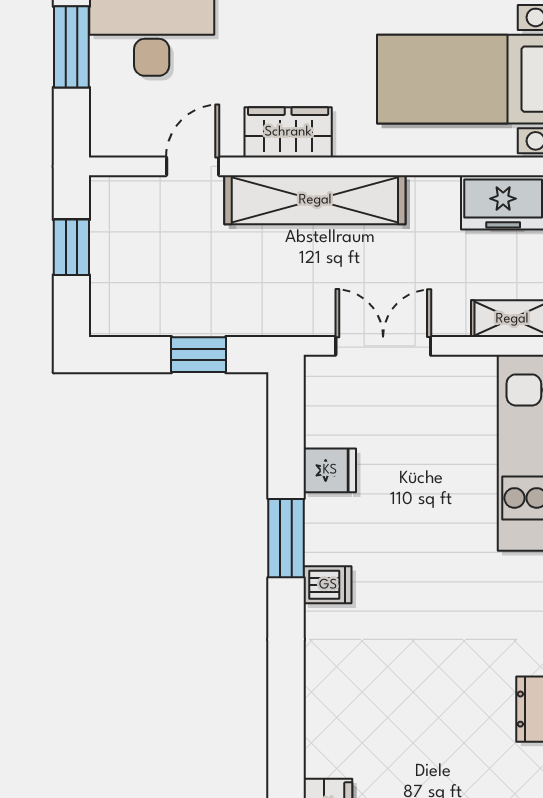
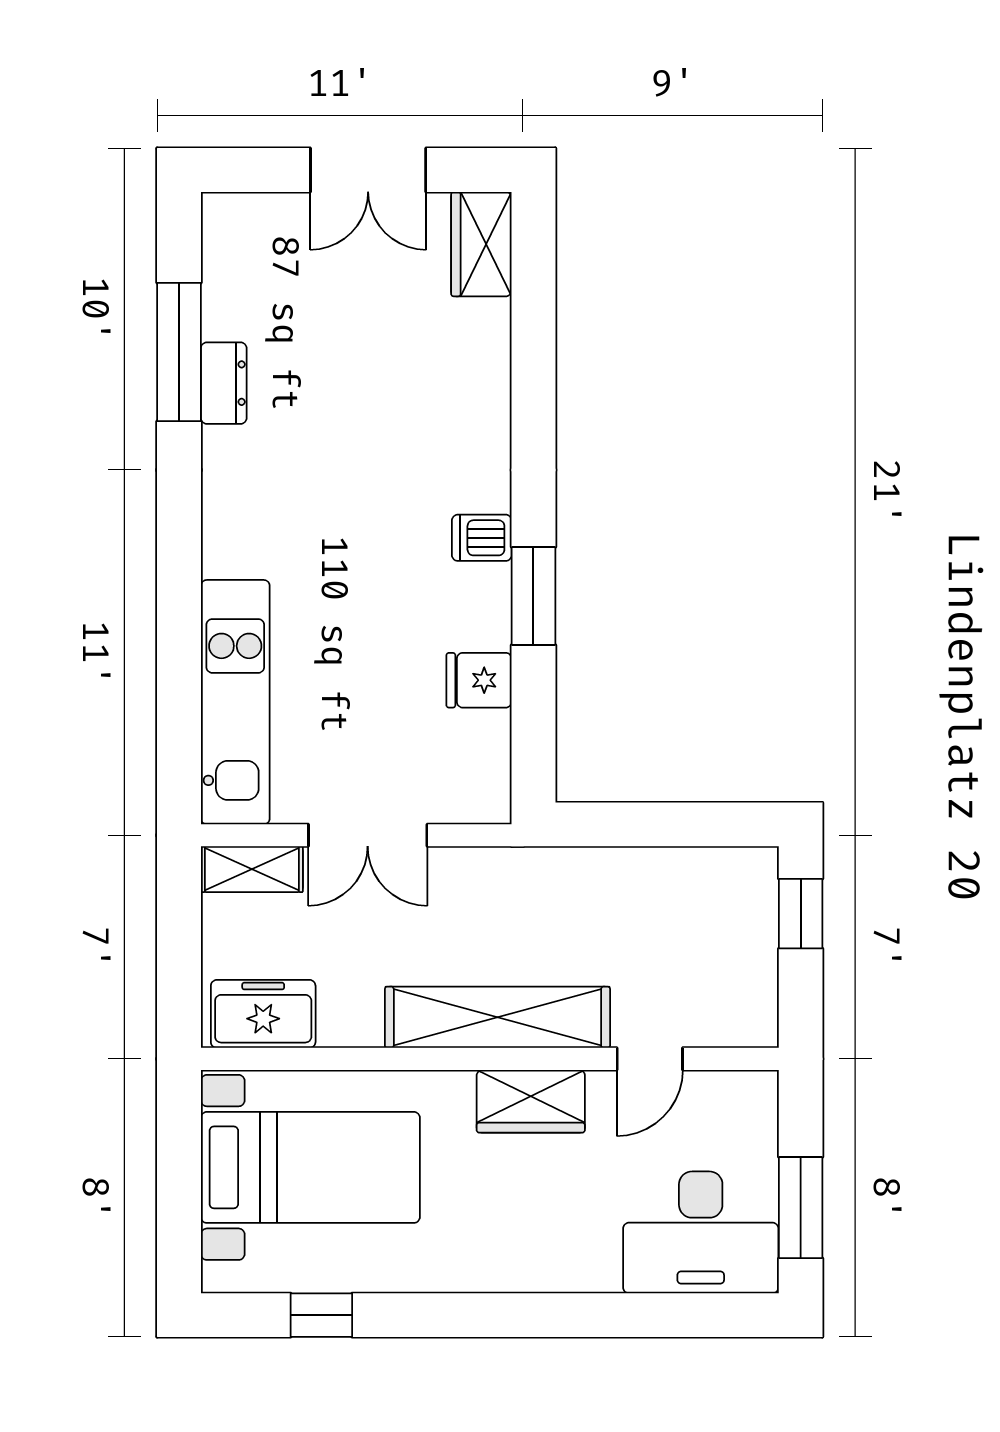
window: (71, 247) -> (801, 914), moved
double door: (383, 346) -> (368, 835), moved
window: (199, 355) -> (642, 824), removed

